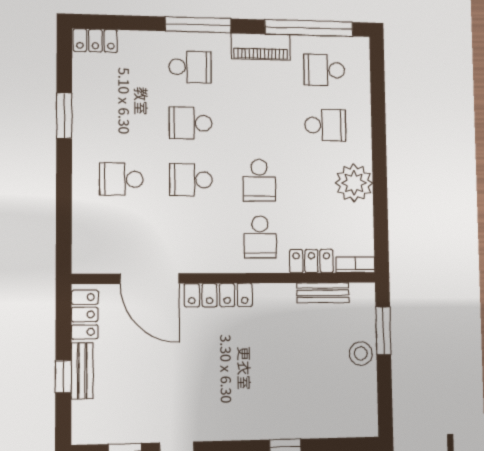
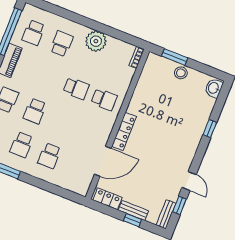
school desk: (191, 180) -> (22, 145), moved
locker: (311, 261) -> (126, 79), removed
bench: (323, 293) -> (166, 214), moved
washbasin: (358, 423) -> (214, 88), added

